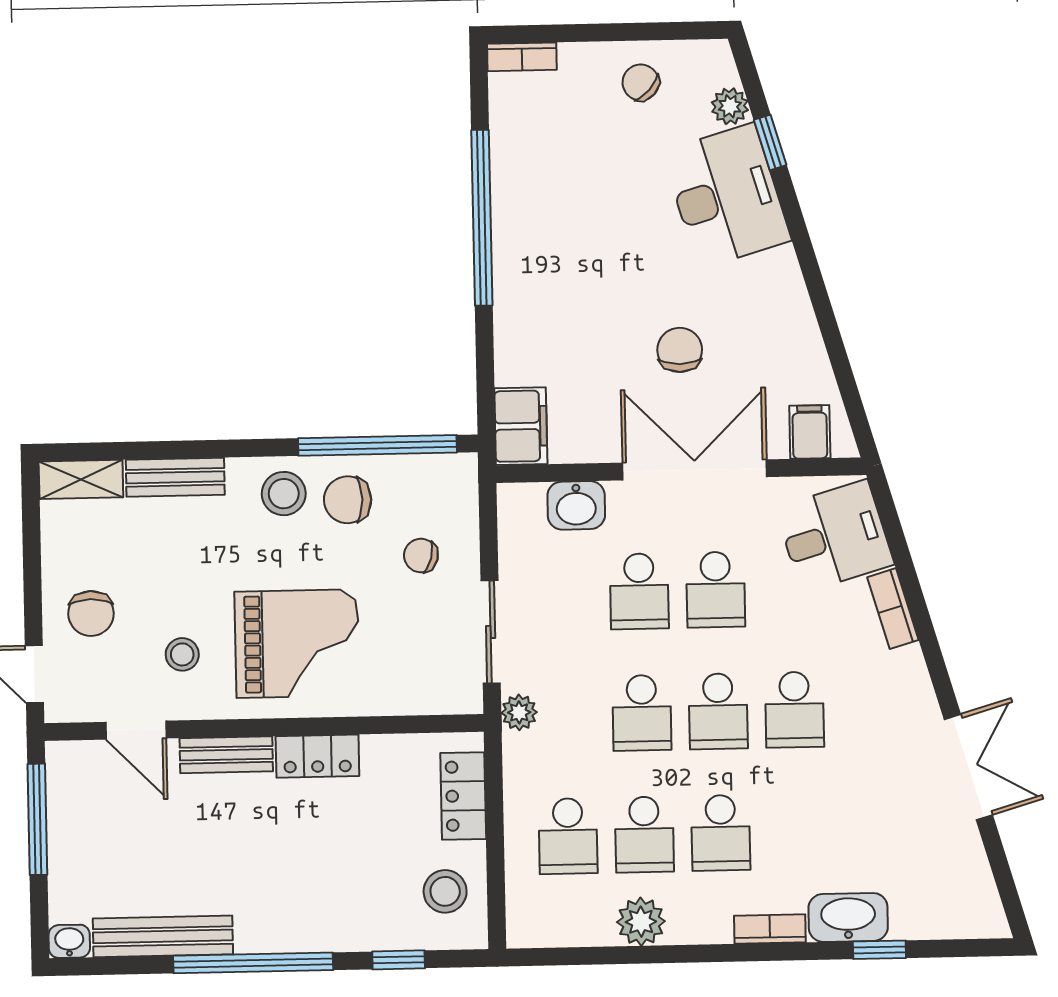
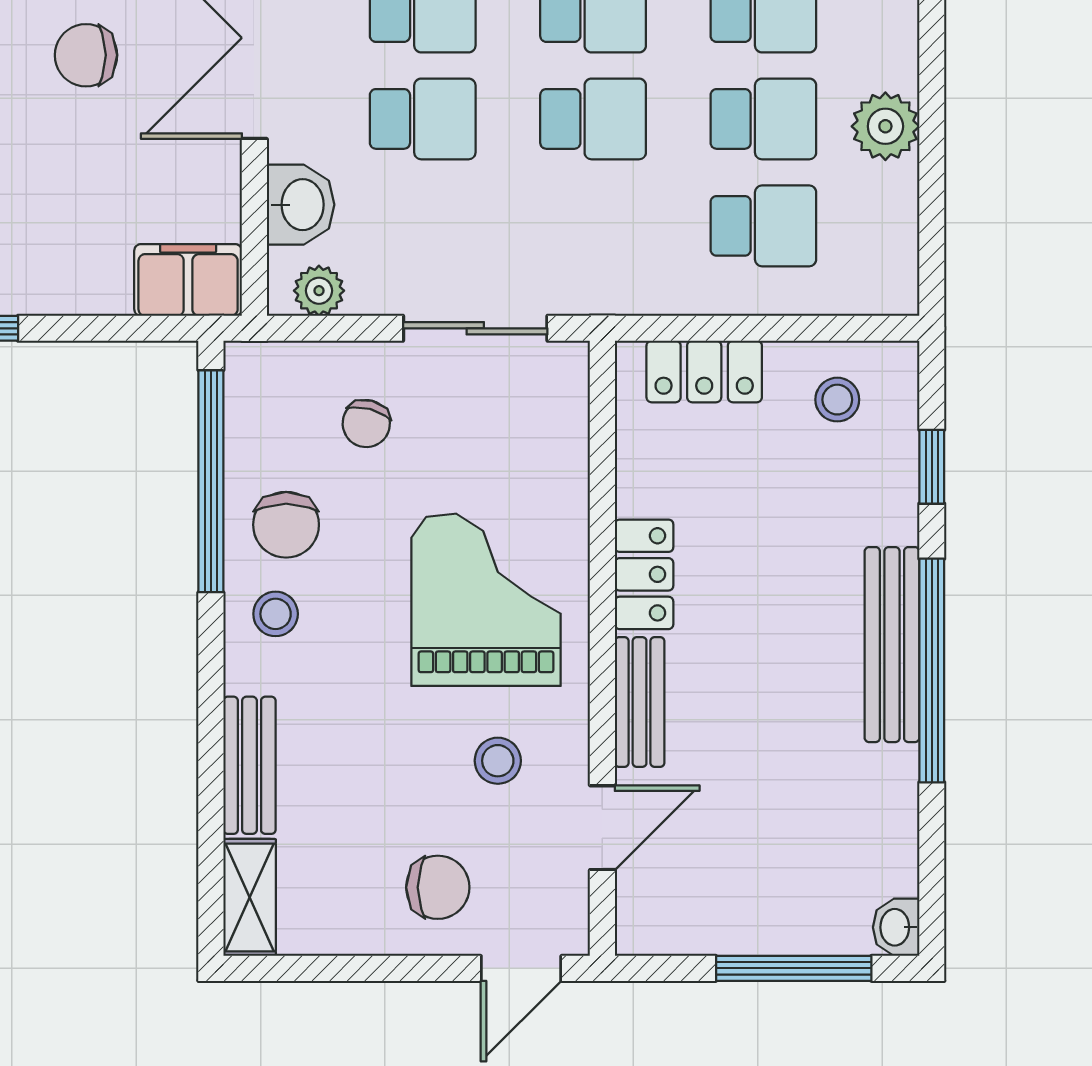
stool: (284, 494) -> (276, 614), width x0.73, depth x0.73
plant: (519, 712) -> (319, 291), moved
window: (37, 819) -> (794, 968), moved
stool: (445, 891) -> (837, 400), width x0.73, depth x0.73
bench: (163, 936) -> (892, 645), moved

